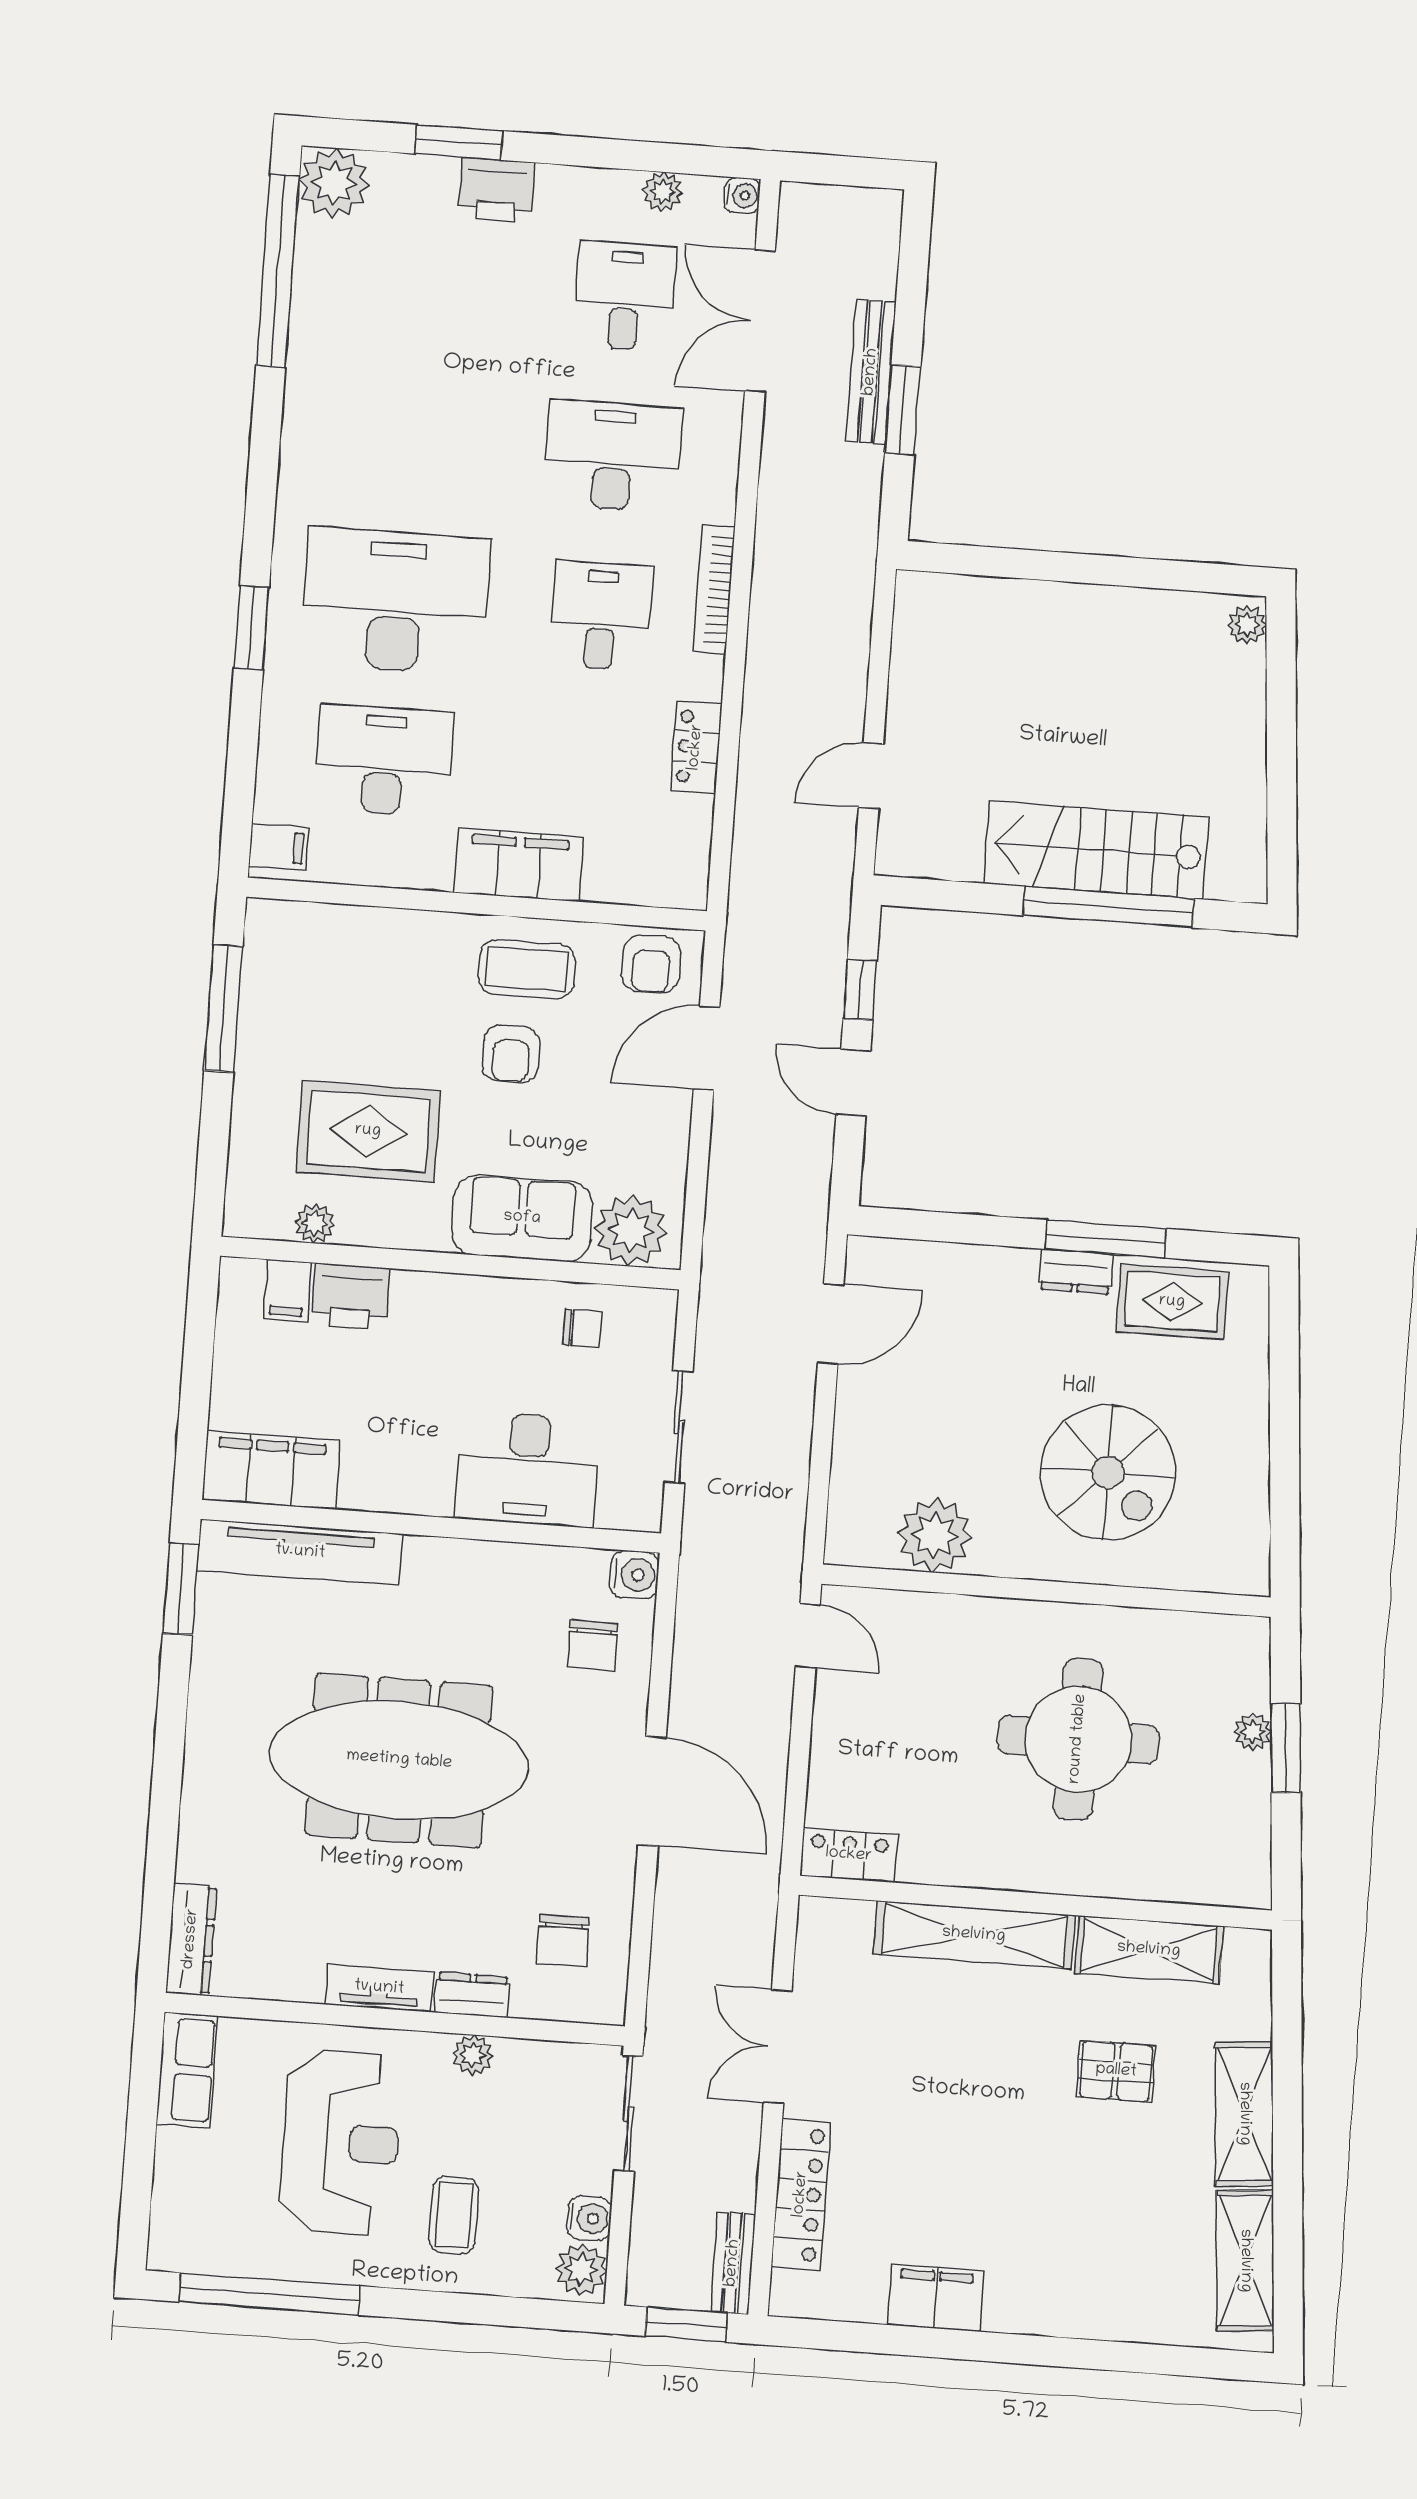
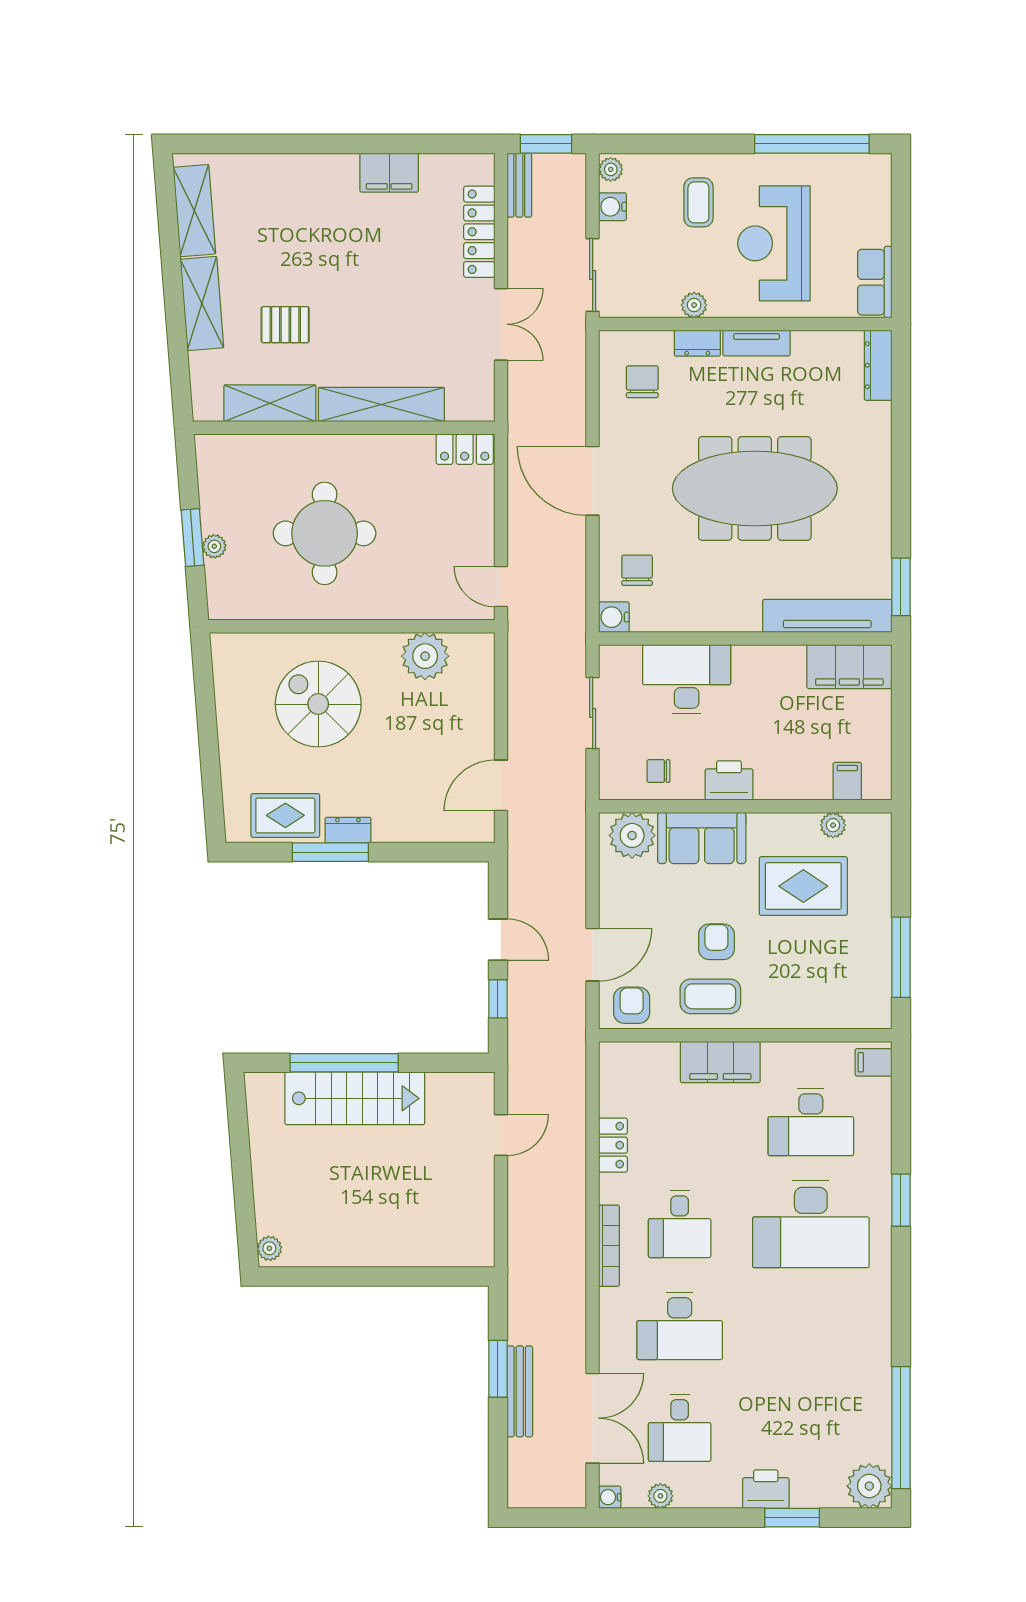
printer: (351, 1296) -> (729, 781), moved
plant: (581, 2270) -> (611, 169), width x0.73, depth x0.73

